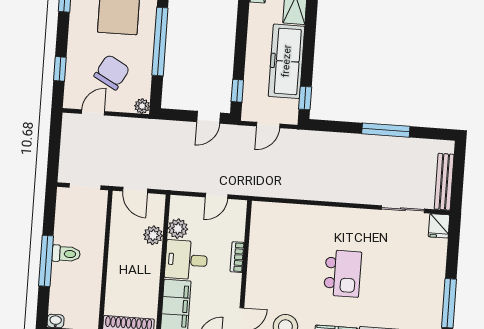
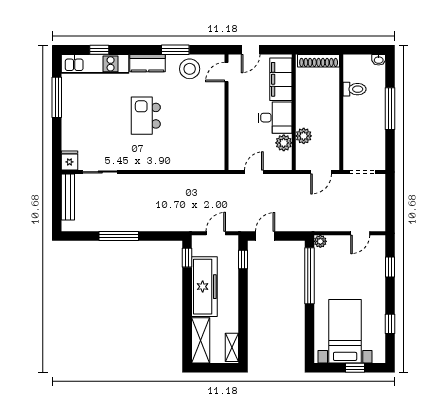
window: (160, 42) -> (309, 276), moved
chair: (112, 72) -> (347, 267), removed
door: (135, 190) -> (321, 172), swing flipped
toilet: (66, 254) -> (355, 89), moved, turned 180
bookcase: (237, 257) -> (233, 123), removed

